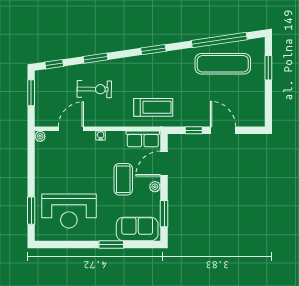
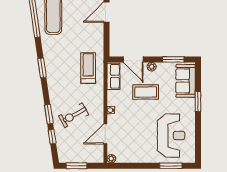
window: (54, 64) -> (52, 137), moved
exercise bike: (94, 89) -> (74, 115), turned -120
door: (71, 129) -> (105, 134), hinge flipped
window: (194, 130) -> (106, 36), removed

